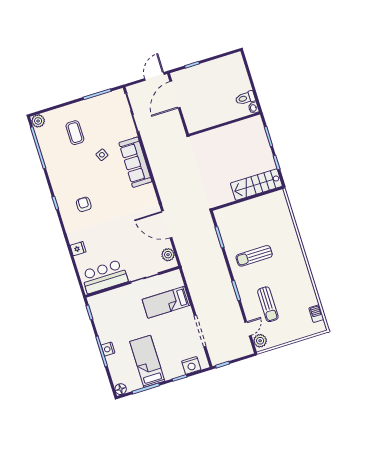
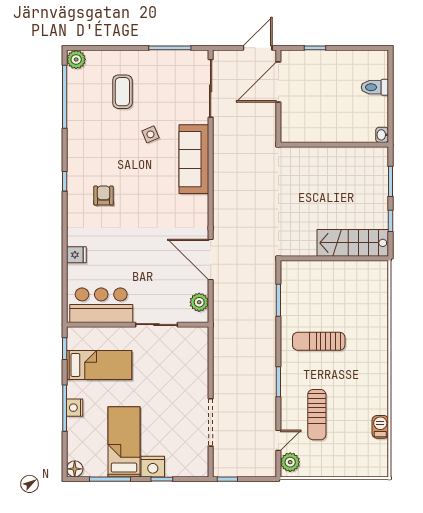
toilet: (245, 98) -> (375, 87), moved
bed: (166, 302) -> (99, 365), moved, turned 180
barbecue: (316, 314) -> (380, 427), moved
nightstand: (191, 365) -> (153, 467), moved

